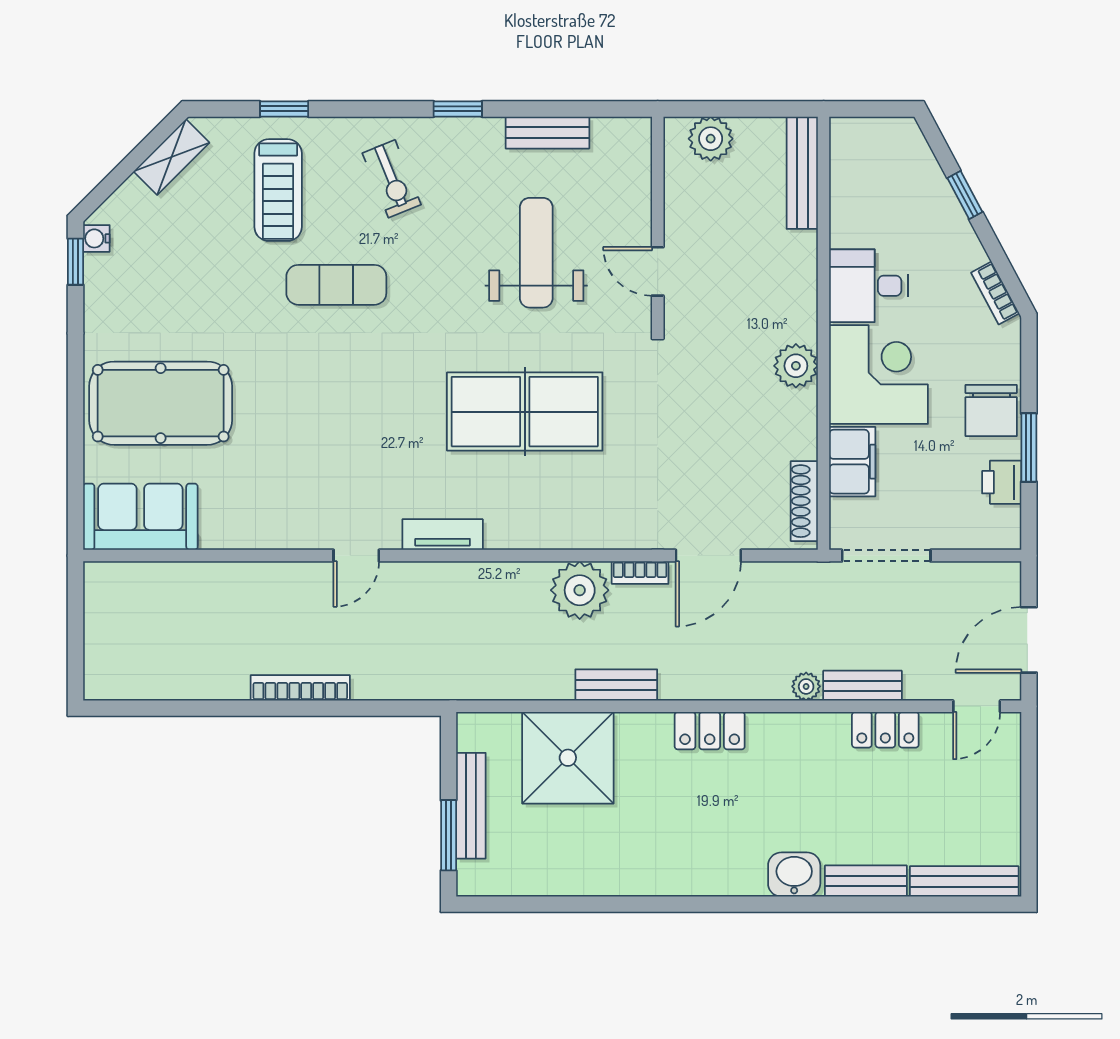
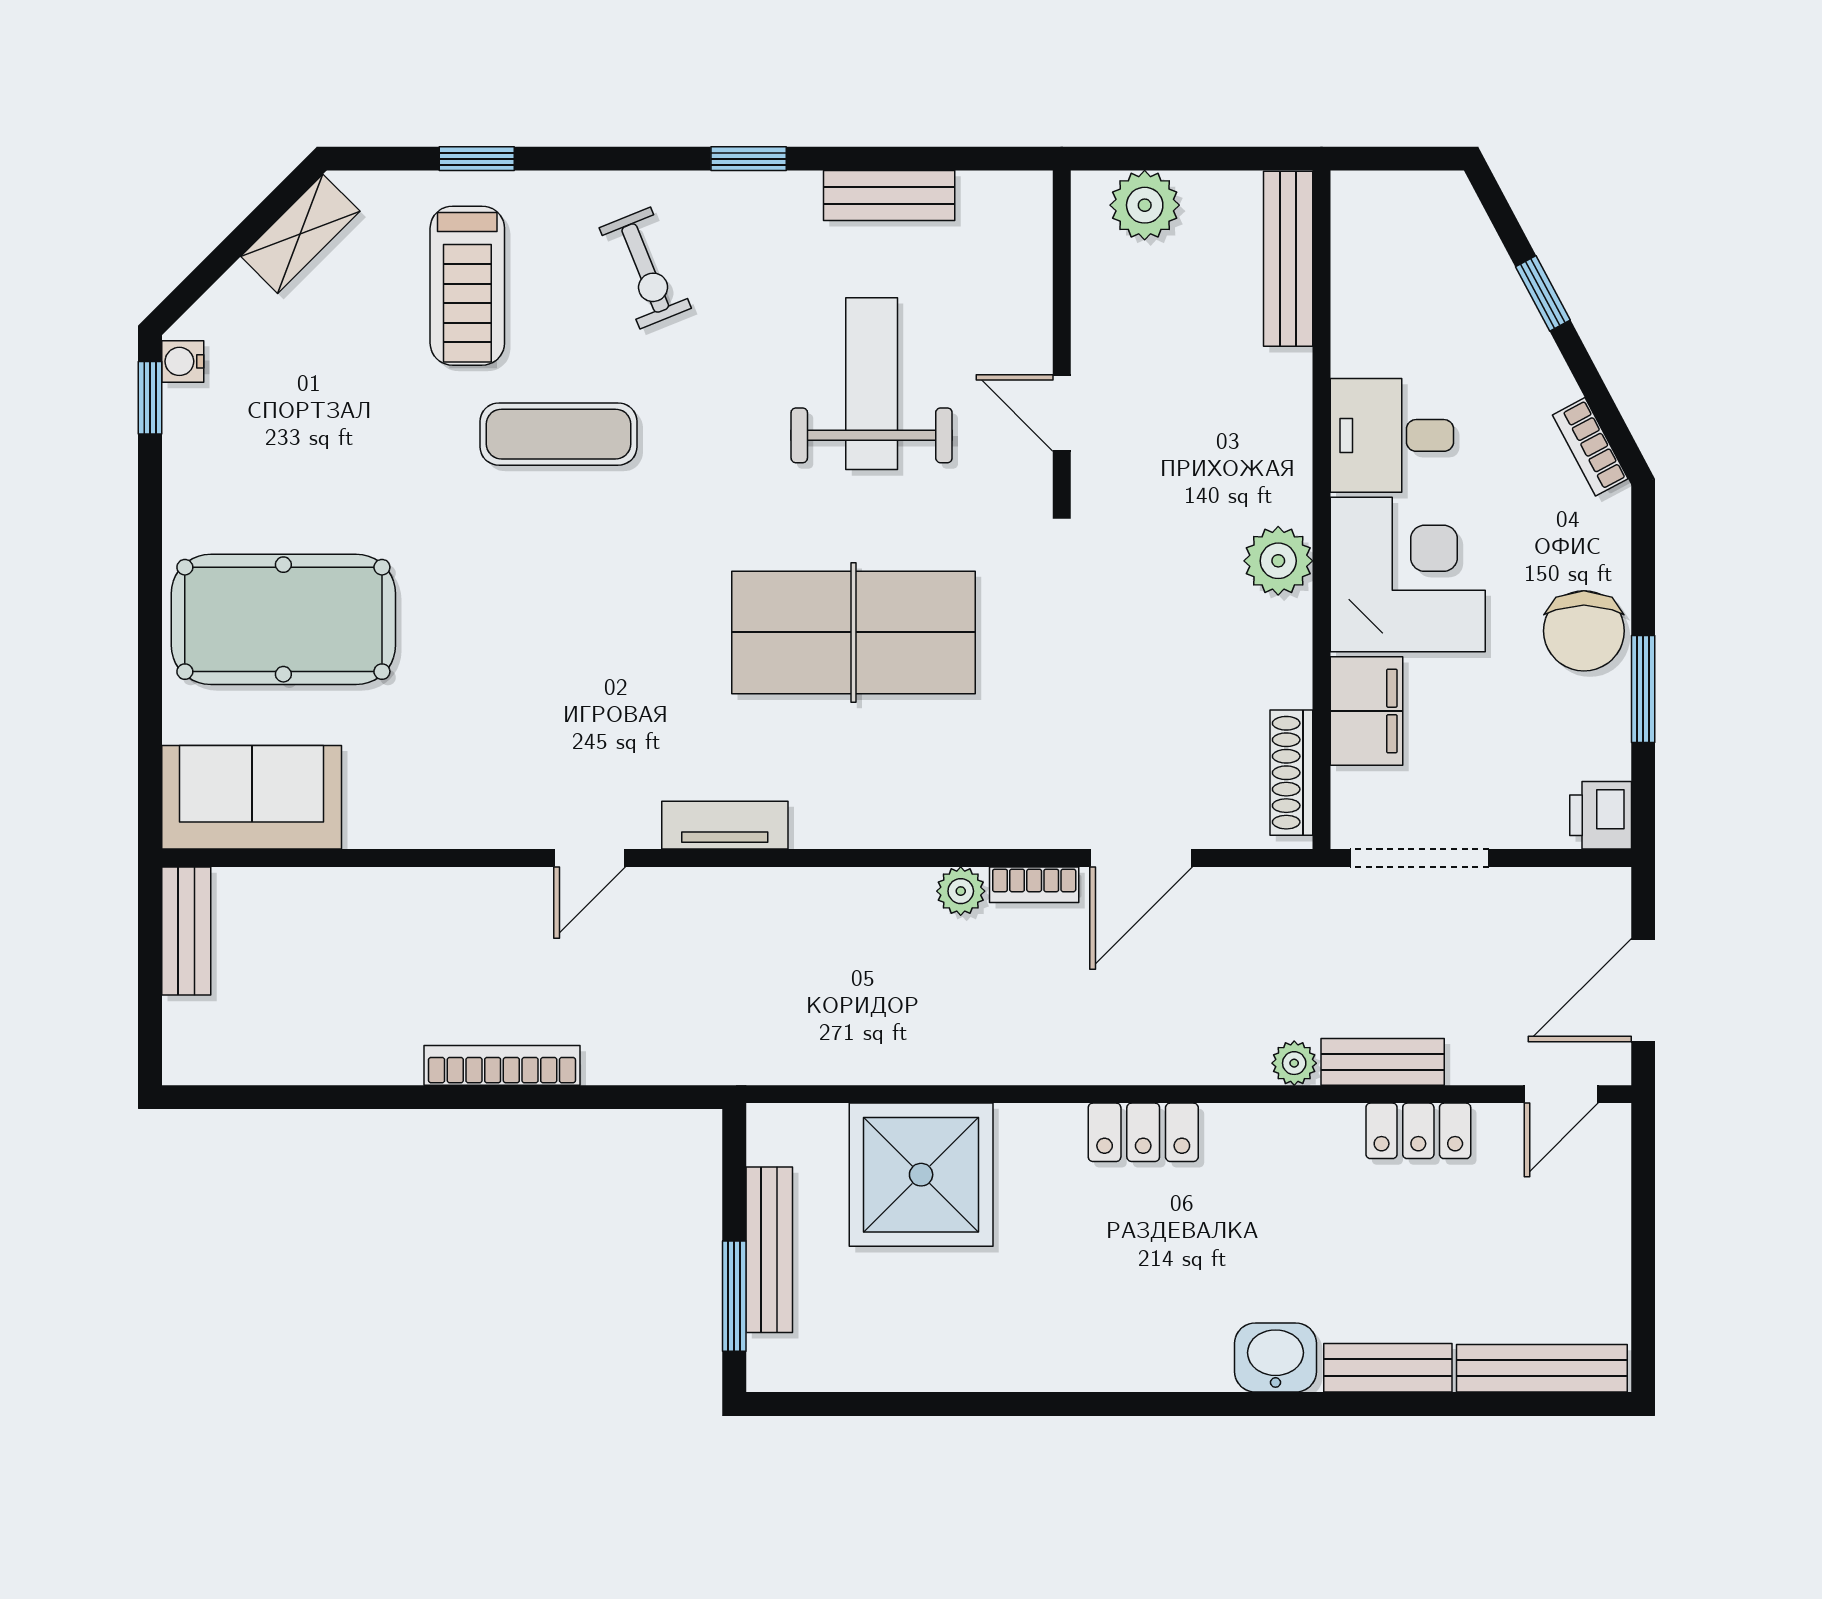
printer: (1002, 482) -> (1601, 815), moved
plant: (580, 590) -> (961, 891), width x0.53, depth x0.53
bench: (616, 685) -> (186, 931), moved, turned 90

